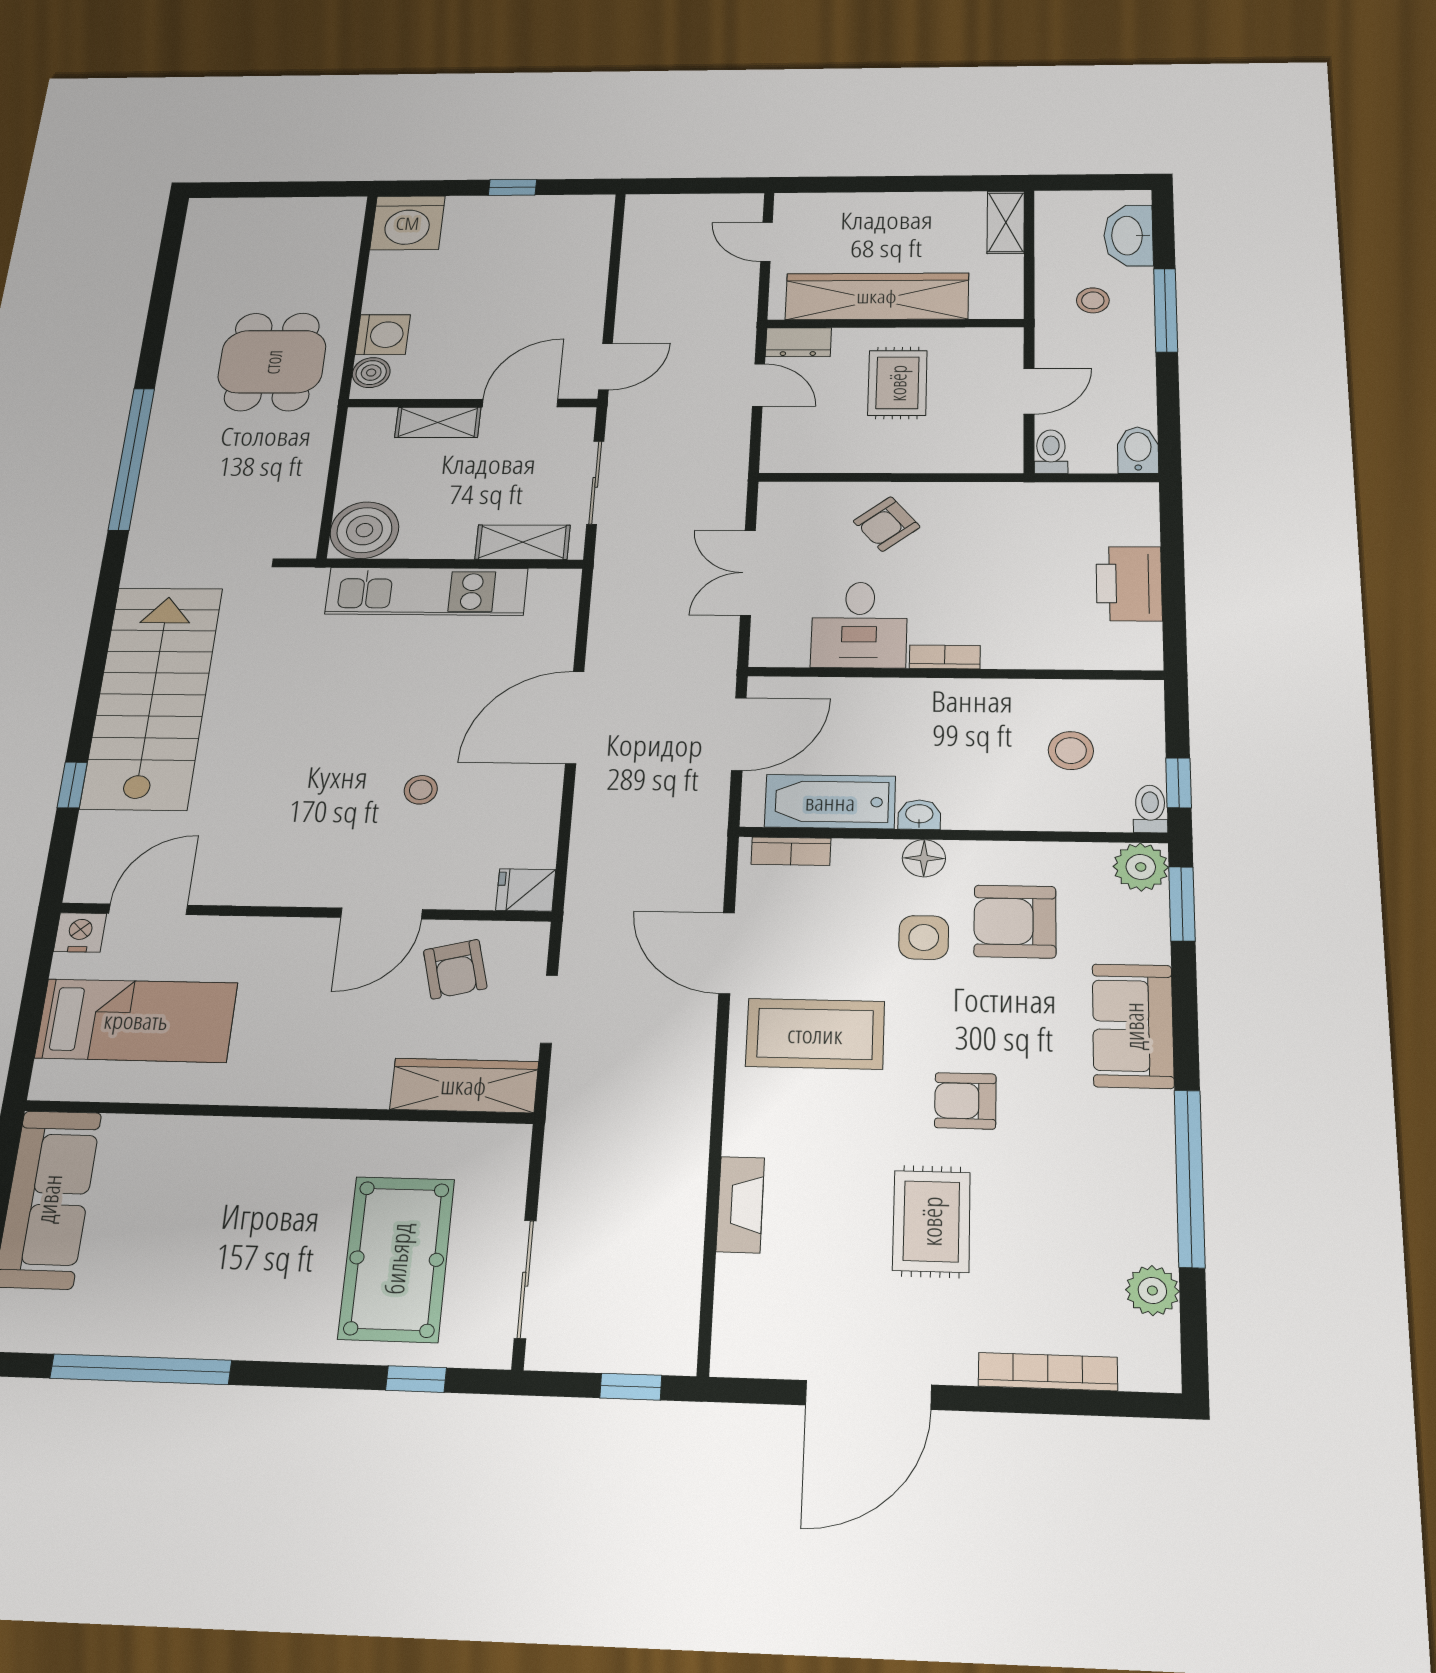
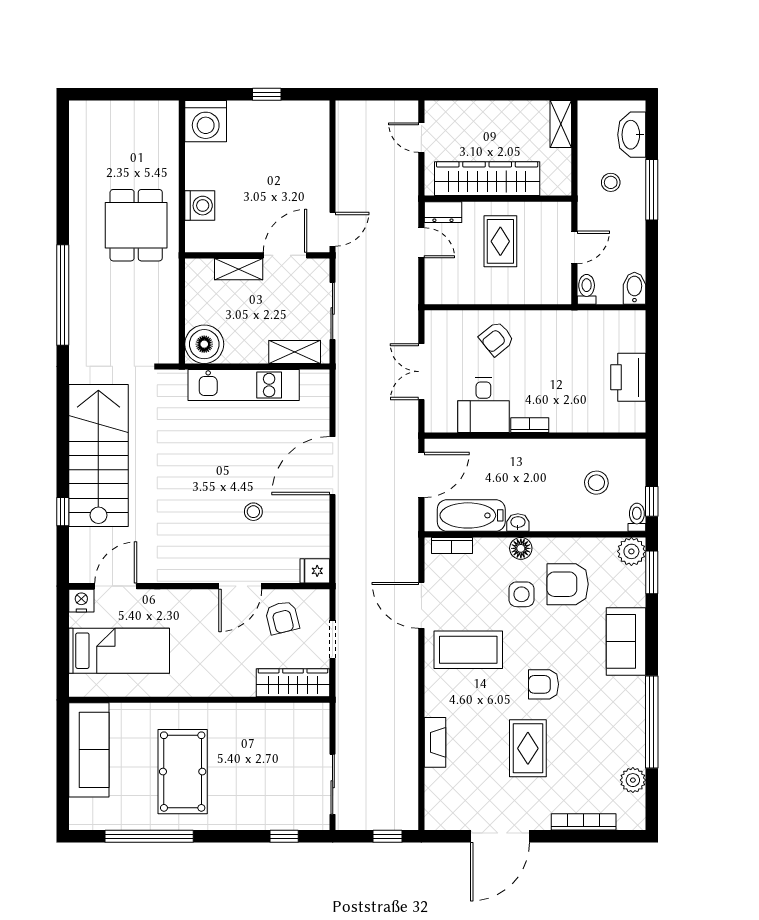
boiler: (371, 373) -> (196, 233), removed
pool table: (397, 1259) -> (183, 772), moved

